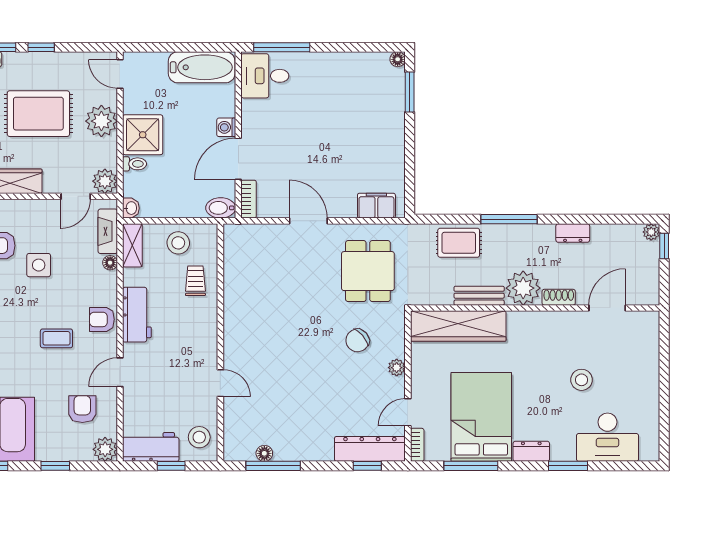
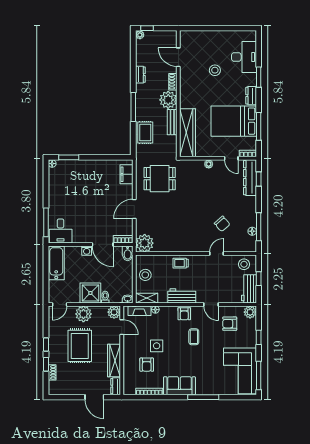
plant: (241, 241) -> (145, 243), added
trolley: (195, 281) -> (181, 263), moved
chair: (357, 340) -> (222, 224), moved

